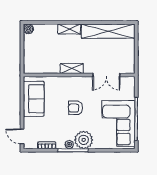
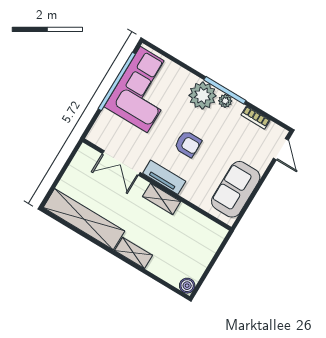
double door: (106, 75) -> (121, 163), swing flipped
tv unit: (78, 81) -> (164, 177), added

